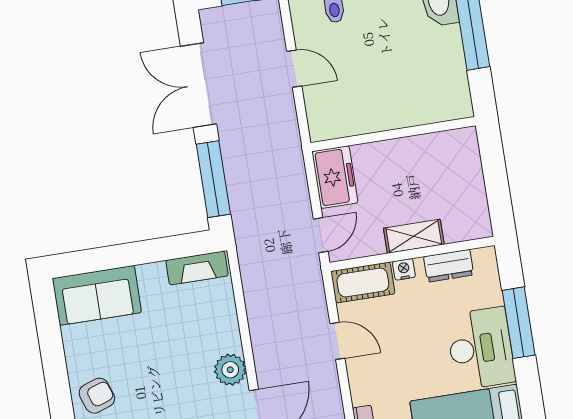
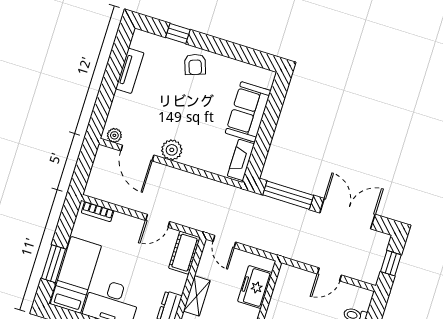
freezer: (335, 177) -> (255, 287), moved, turned 90
nightstand: (404, 269) -> (180, 281), removed
sofa: (97, 295) -> (248, 112), moved

